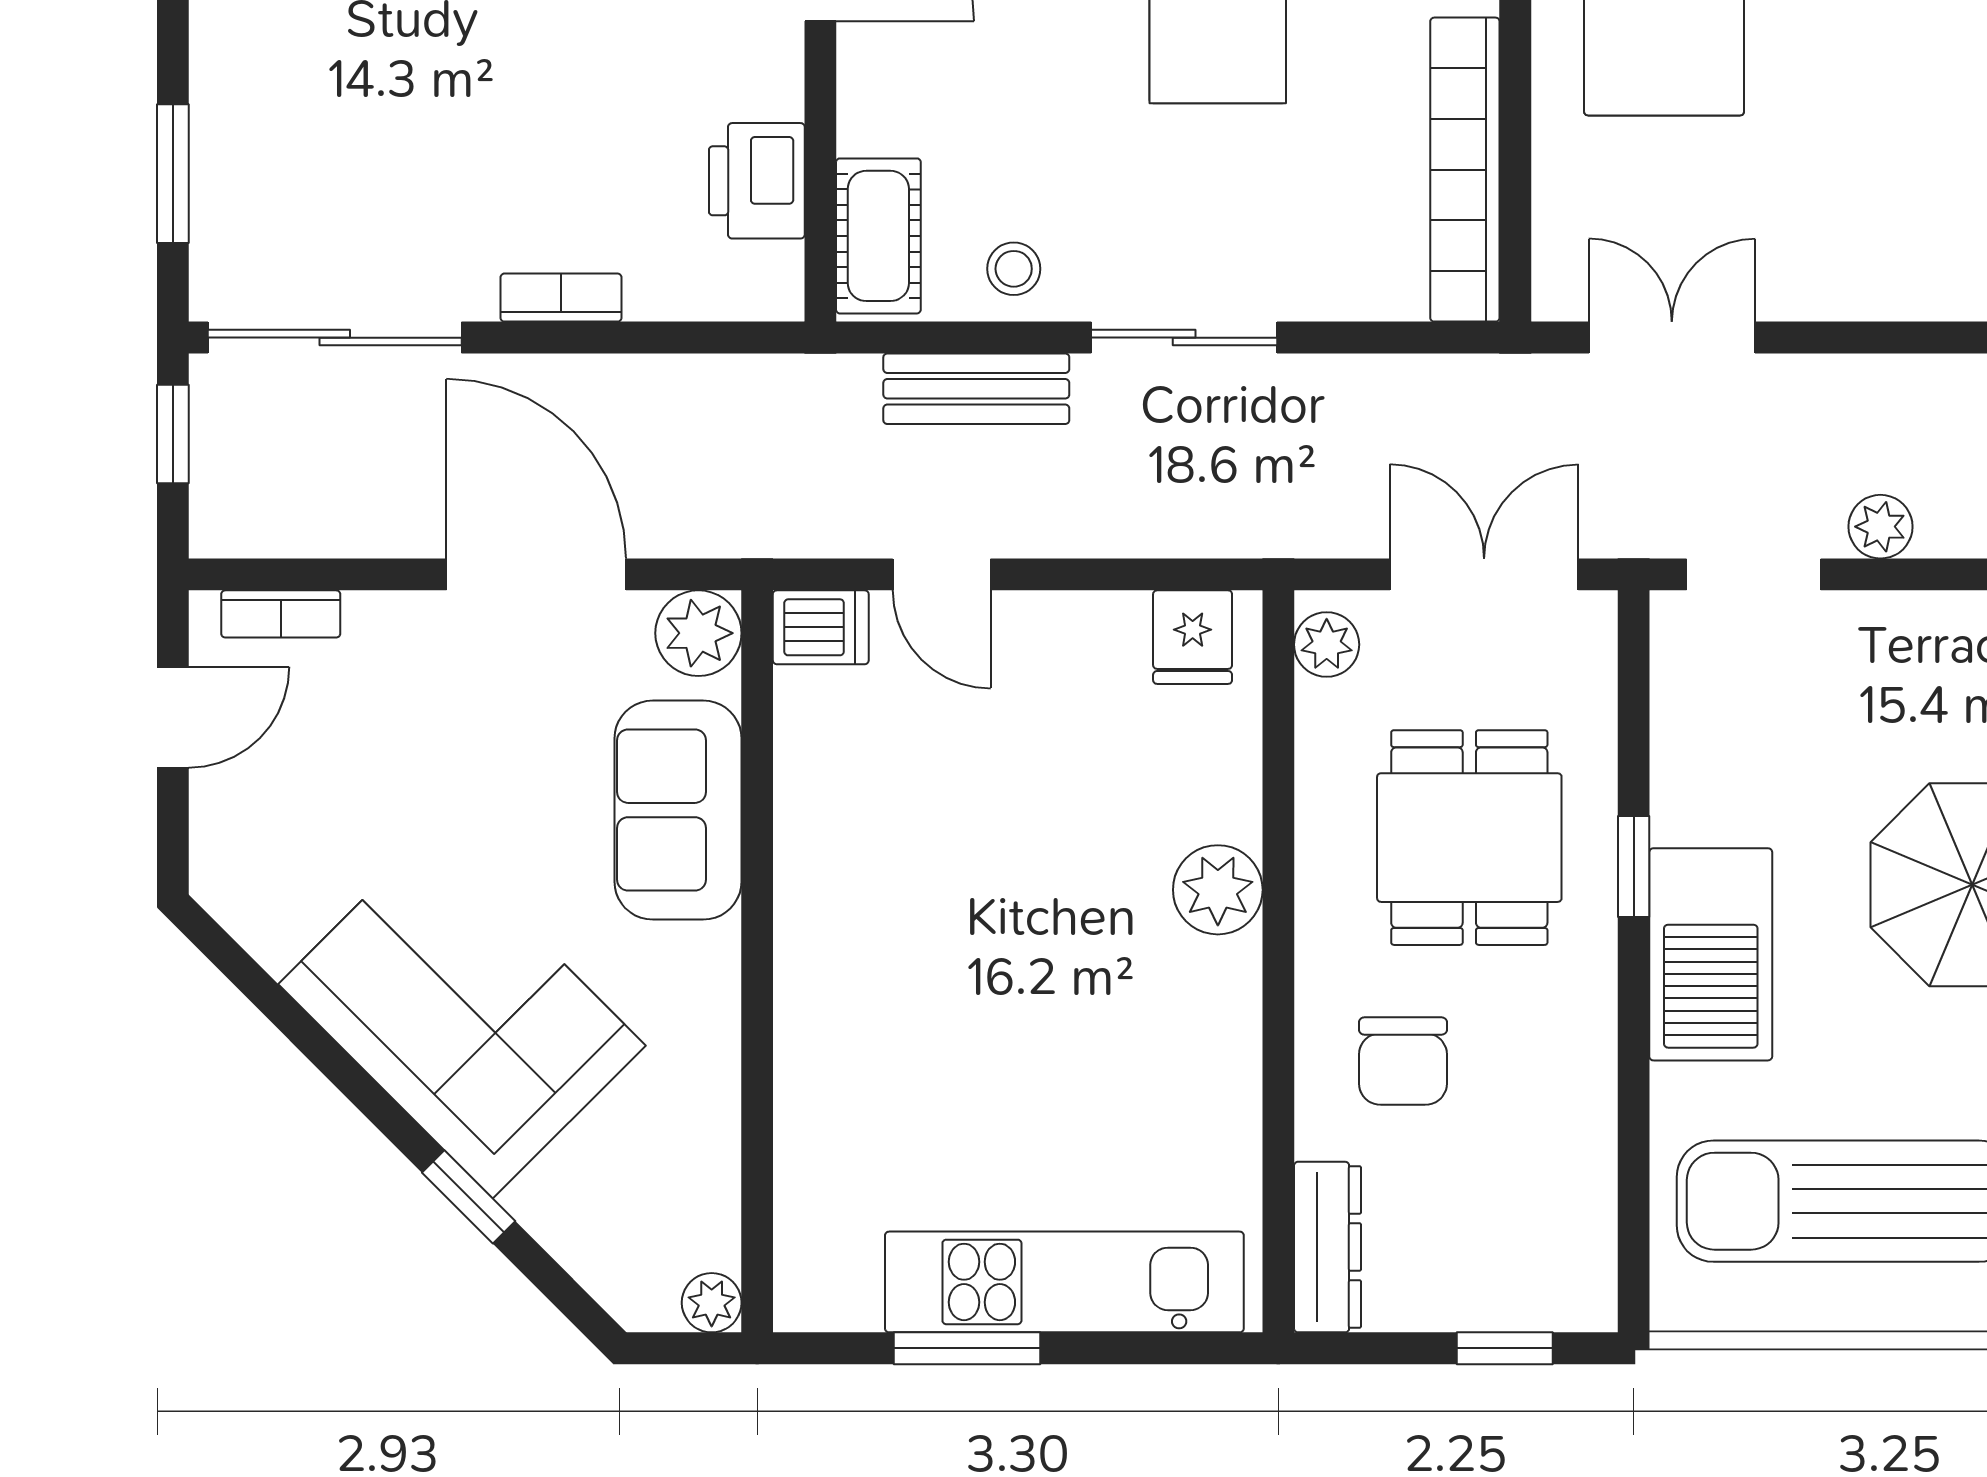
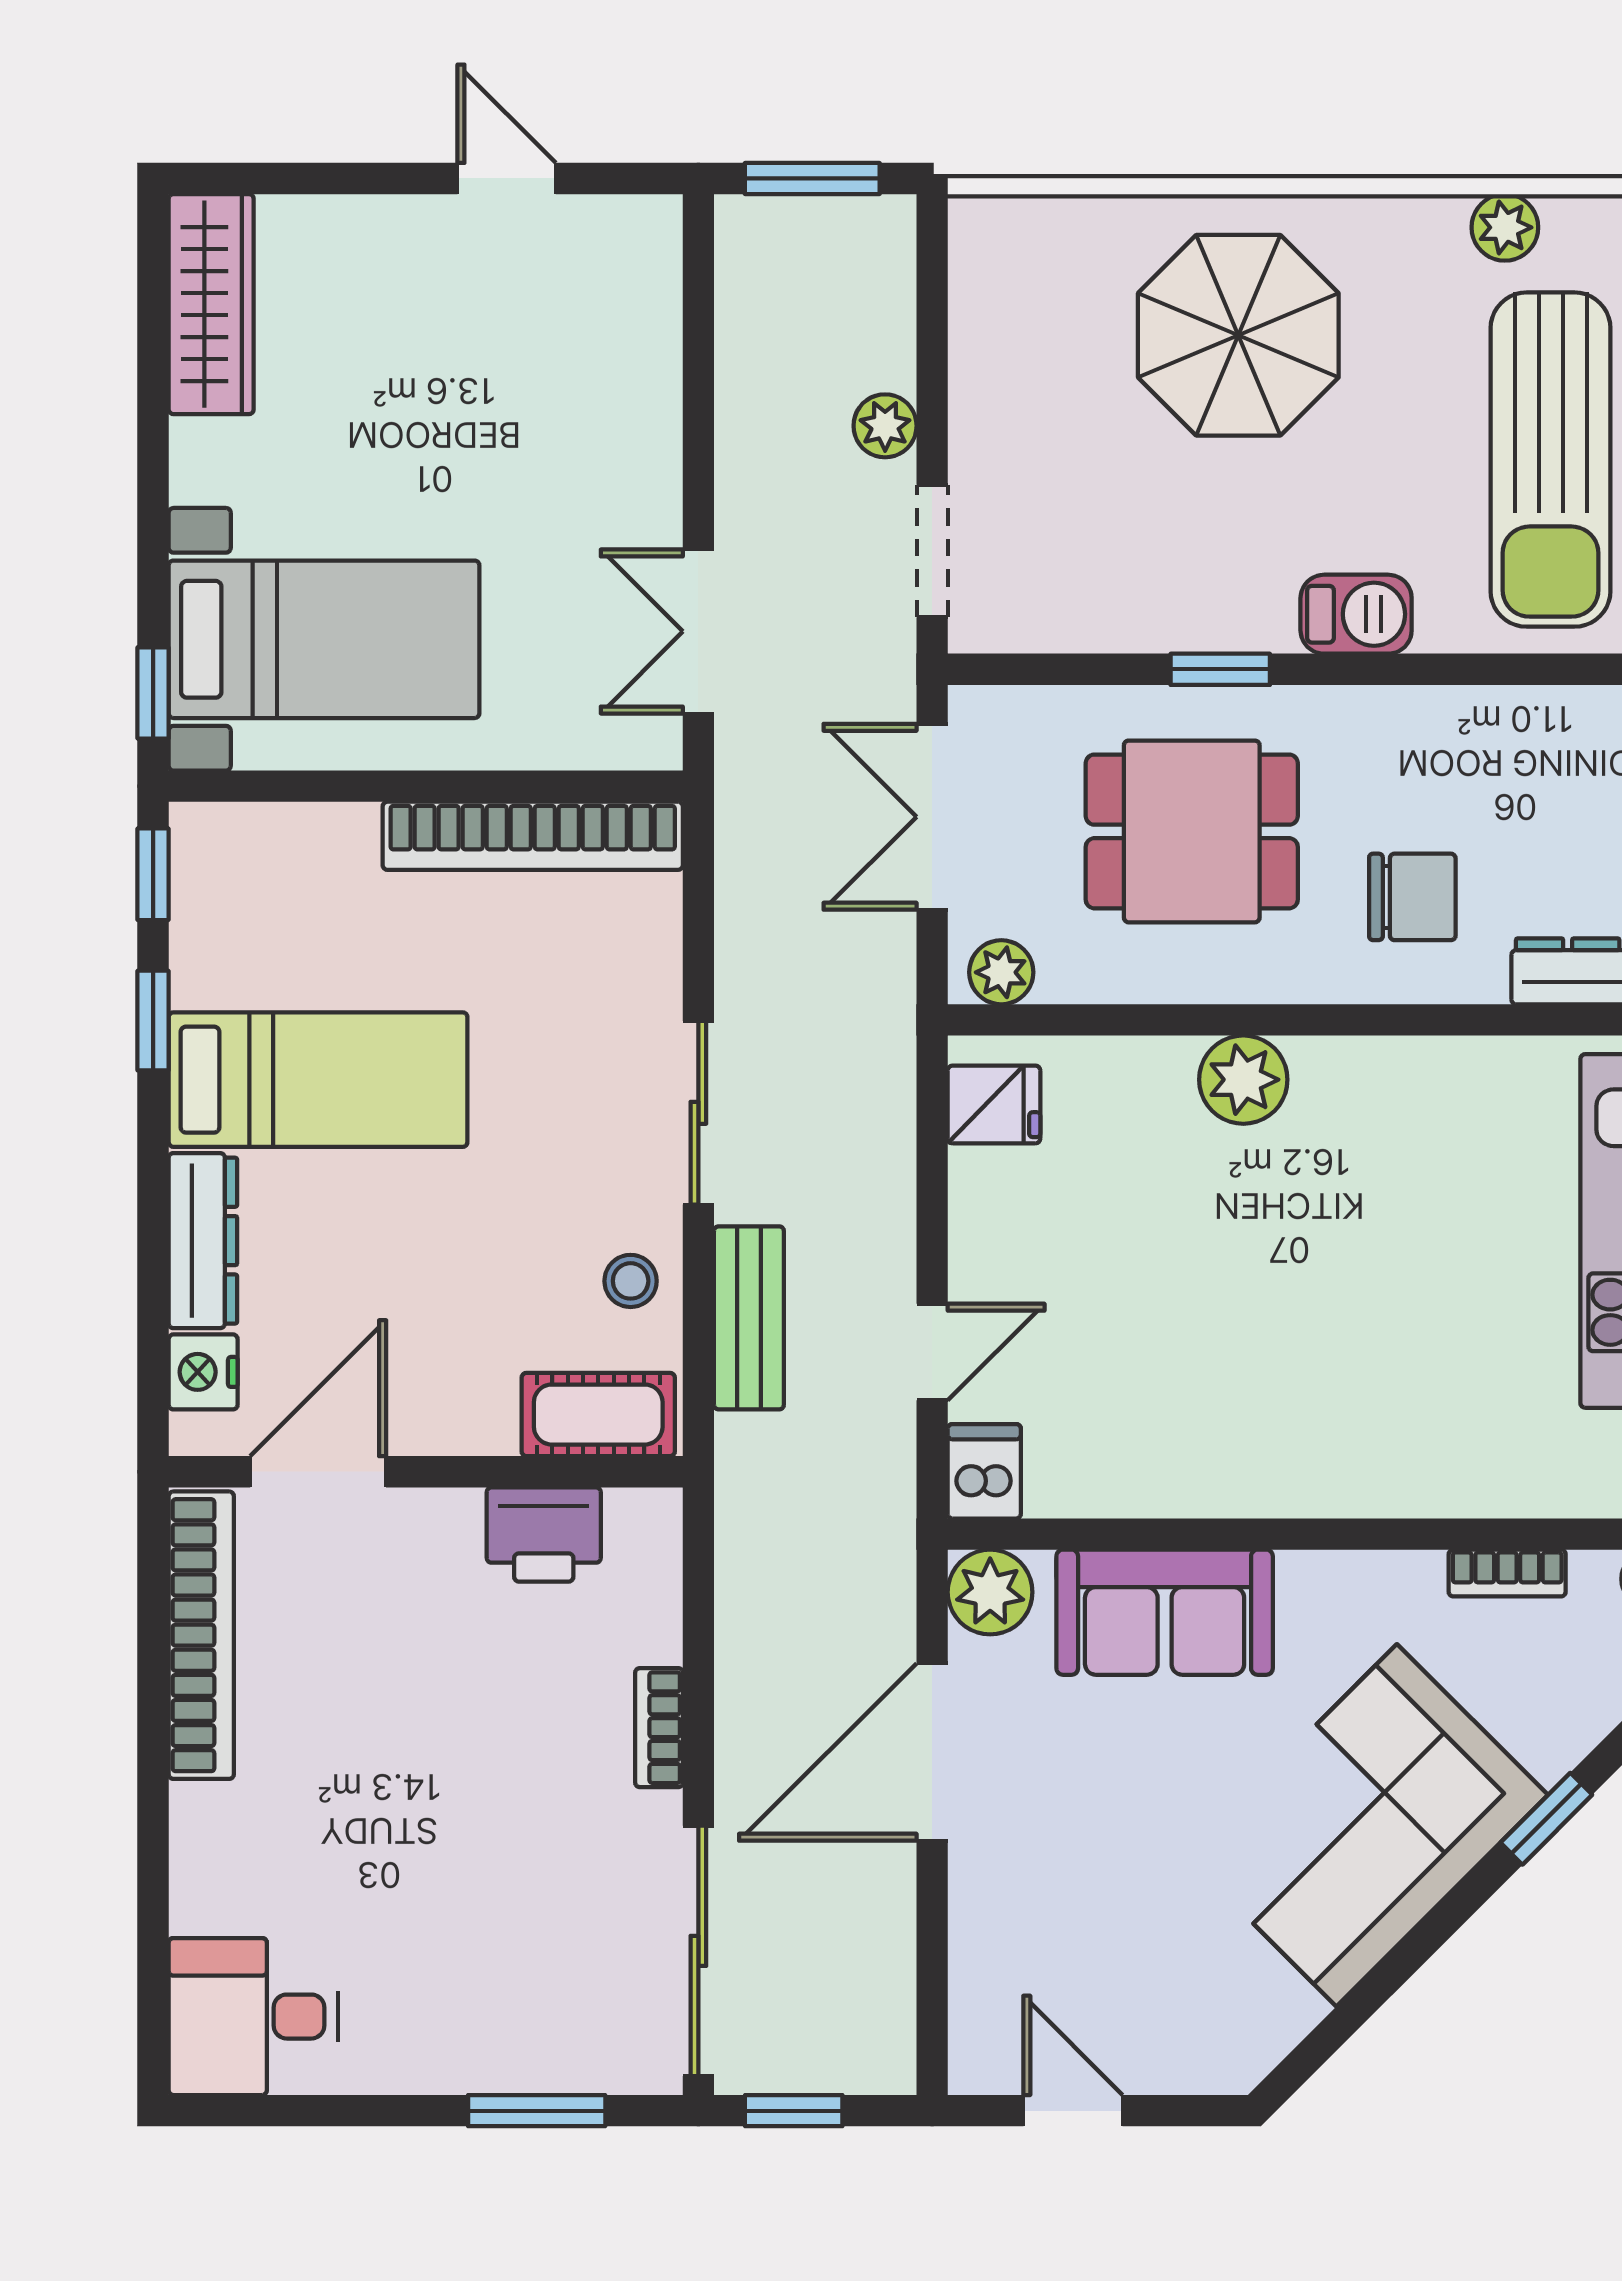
bookcase: (281, 614) -> (1507, 1573), moved, turned 90
barbecue: (1711, 954) -> (1356, 614), width x0.53, depth x0.65

